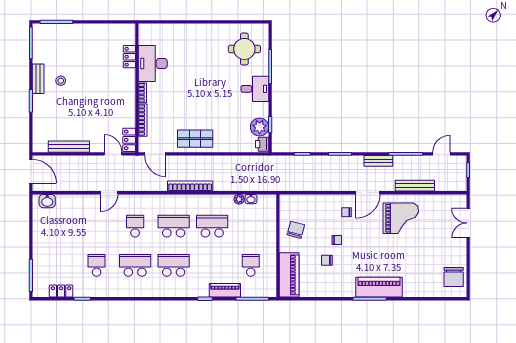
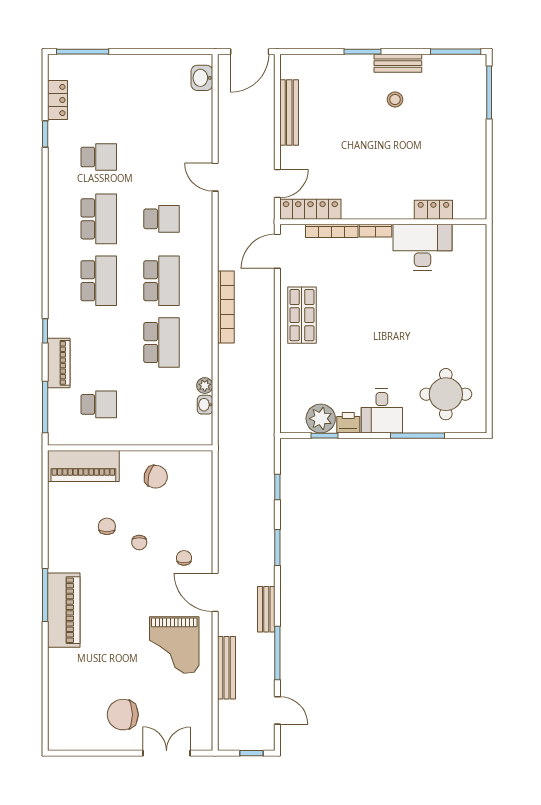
locker: (129, 140) -> (310, 209), width x1.53
printer: (262, 144) -> (348, 423), moved
chair: (454, 277) -> (123, 715), moved

